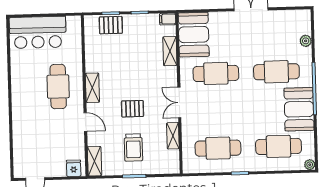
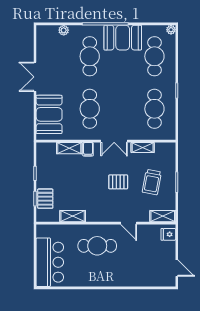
filing cabinet: (168, 19) -> (88, 149), moved
booth: (194, 35) -> (49, 114), moved, turned 90
shelving: (92, 88) -> (73, 216), moved
pallet: (132, 109) -> (118, 182), turned 90
door: (85, 122) -> (129, 223), swing flipped
trolley: (133, 147) -> (152, 182), turned 101

